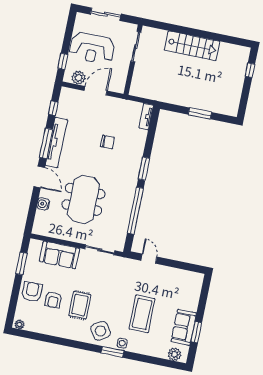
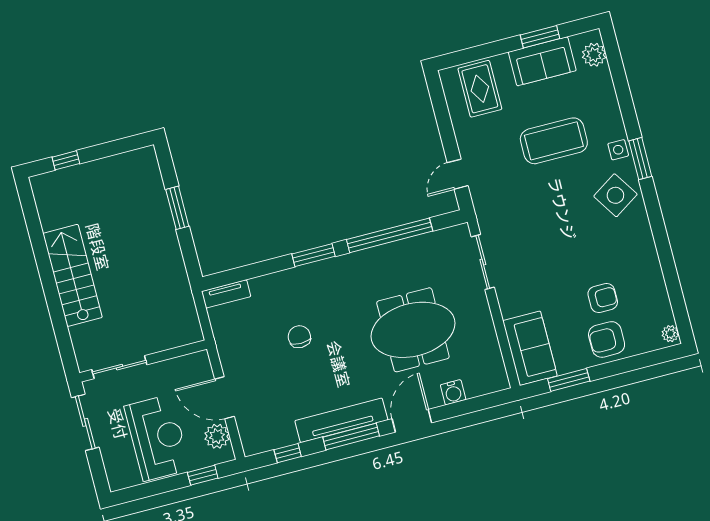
sliding door: (106, 14) -> (85, 422), moved
sofa: (59, 255) -> (530, 348), moved
rug: (80, 305) -> (480, 89), moved, turned 90

